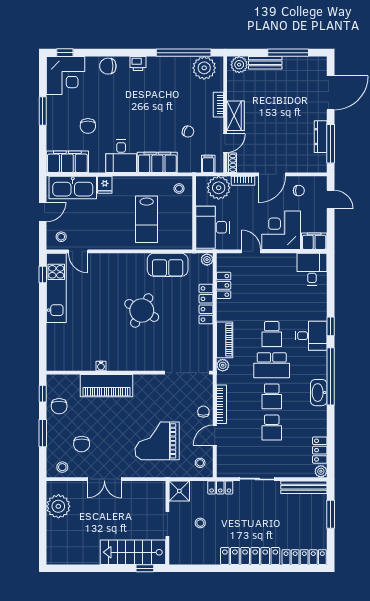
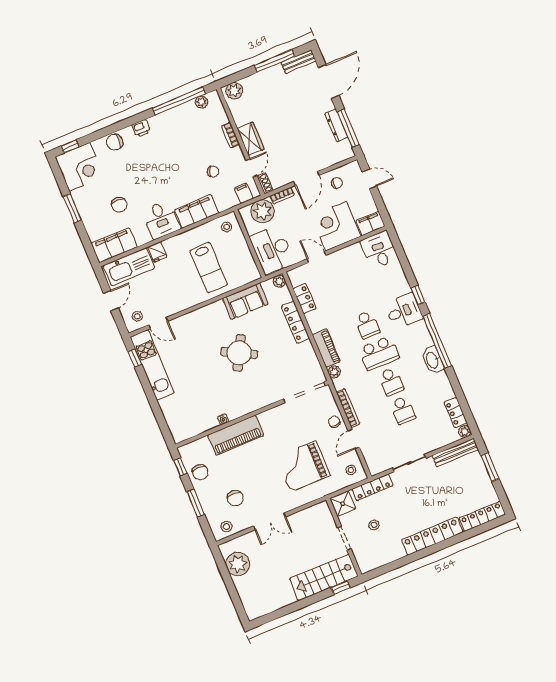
bench: (265, 63) -> (298, 62), moved
plant: (204, 68) -> (201, 102), width x0.53, depth x0.53
locker: (220, 487) -> (372, 487), width x1.53

